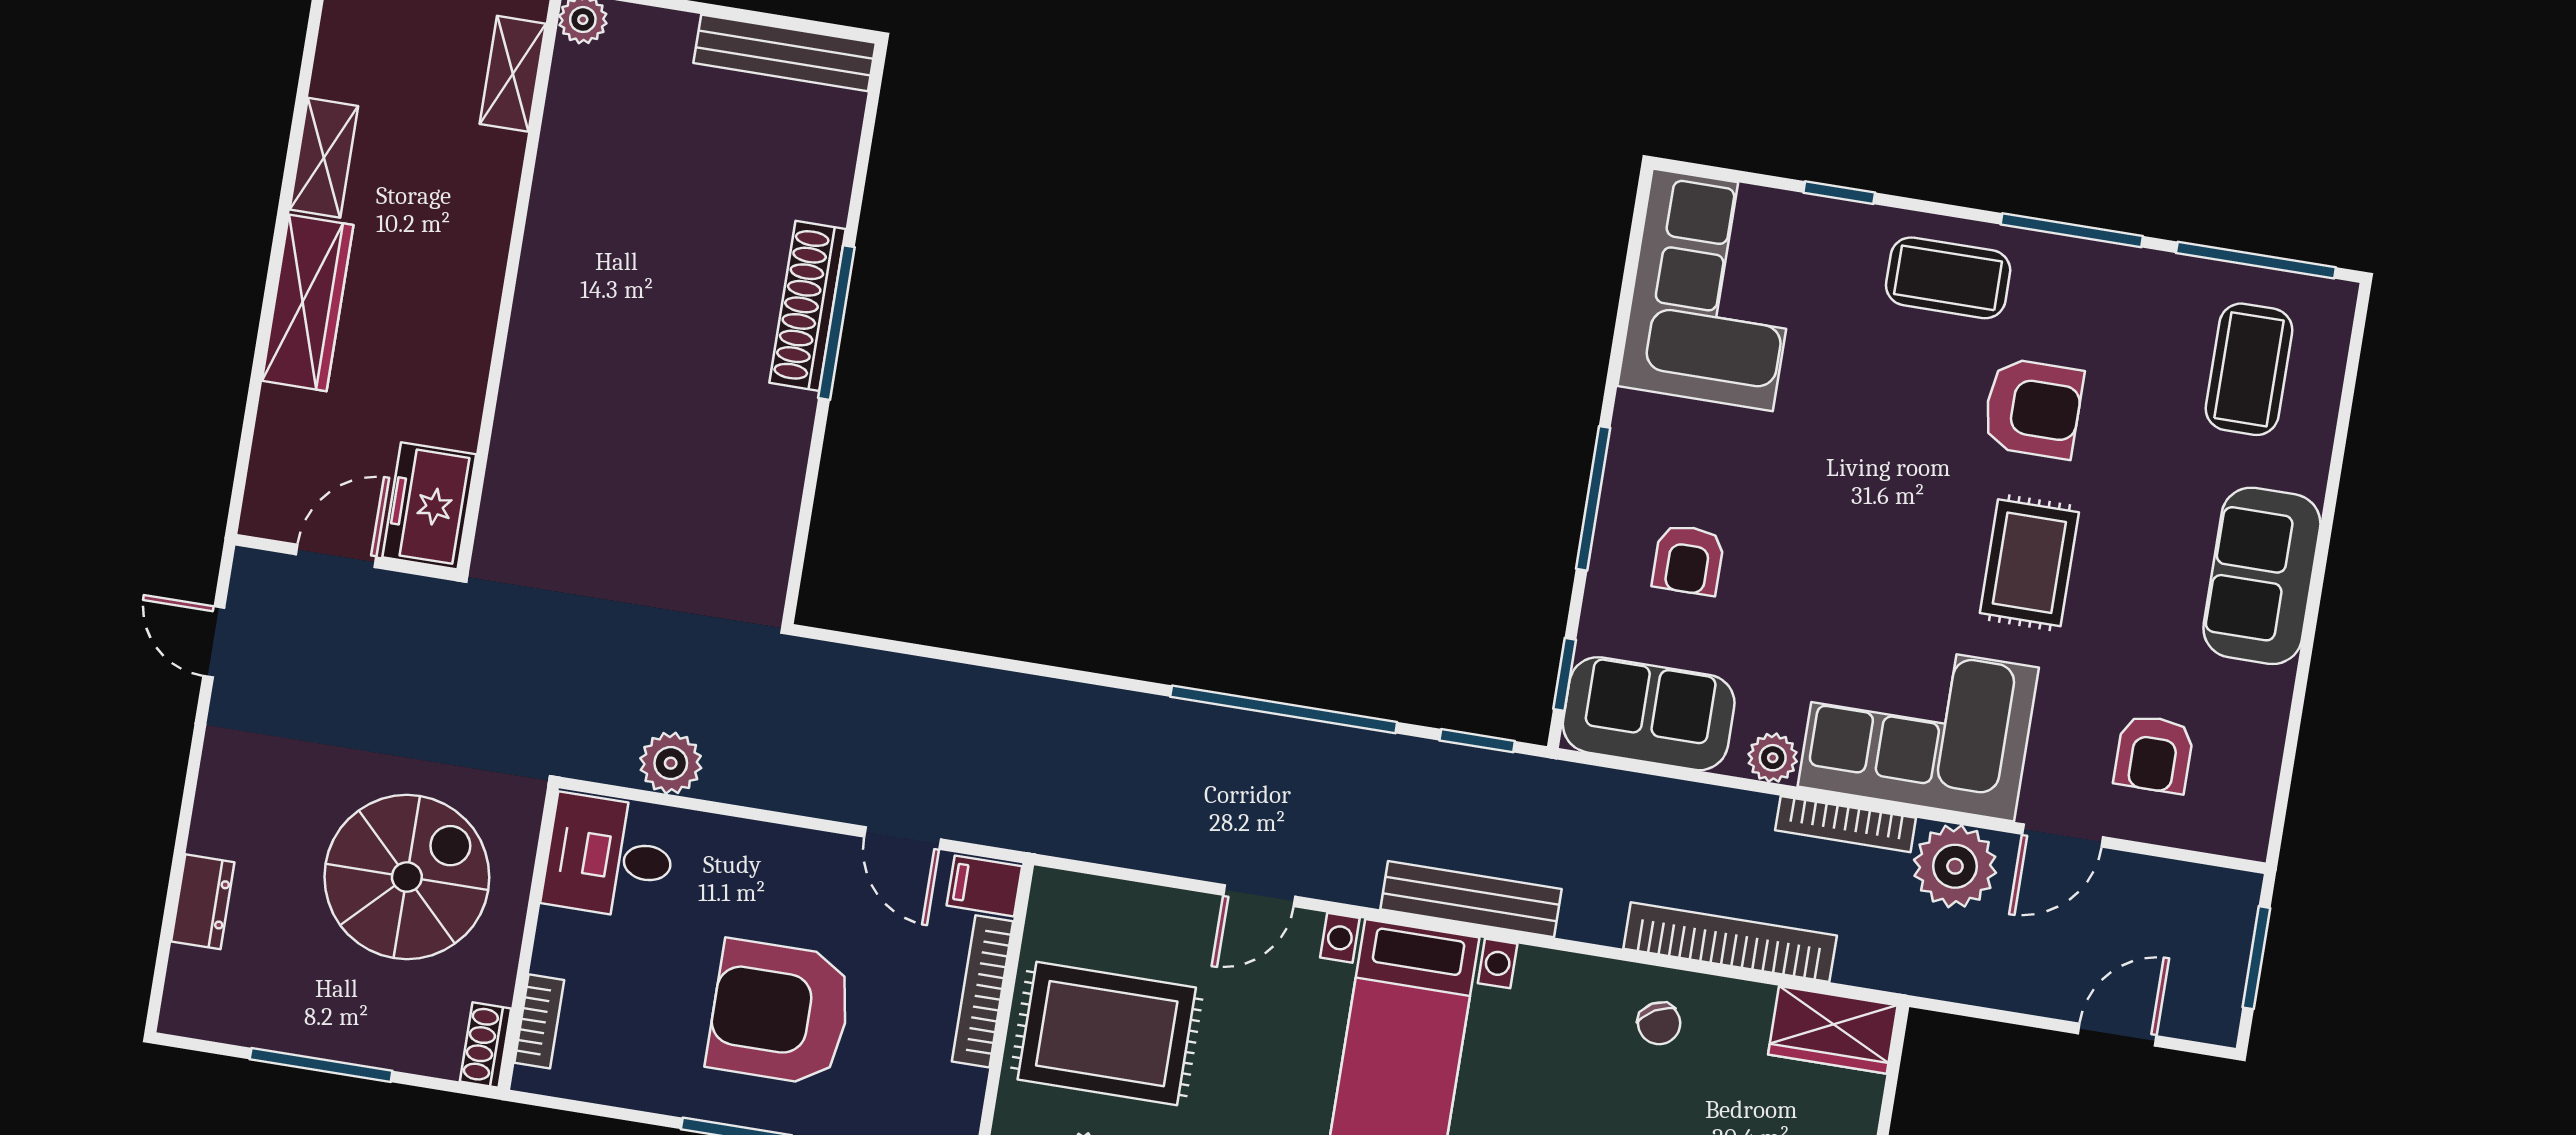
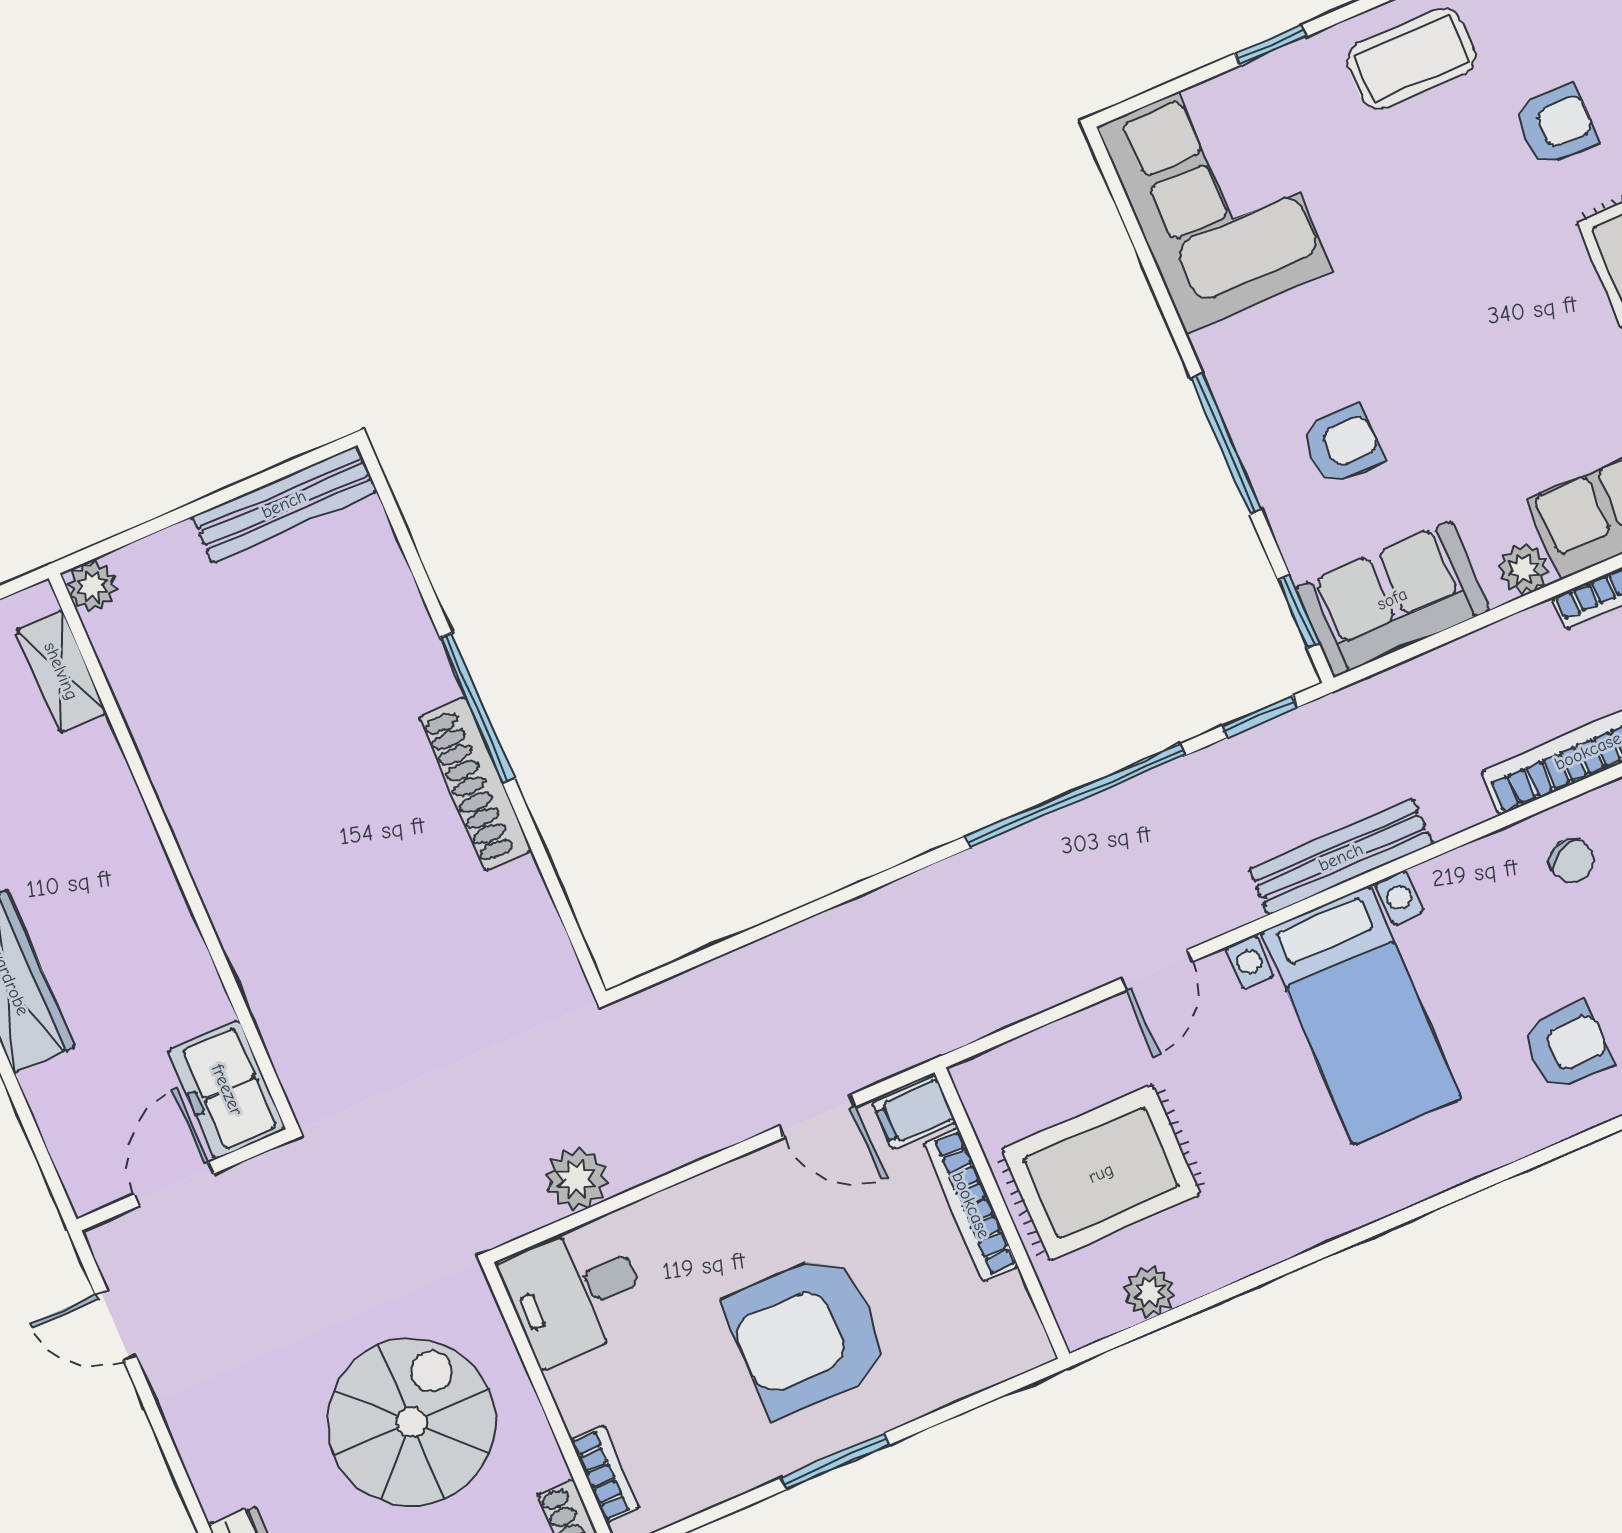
shoe rack: (808, 306) -> (475, 784), moved
armchair: (2033, 408) -> (1556, 125), width x0.72, depth x0.72
armchair: (1688, 560) -> (1342, 445), turned -90

